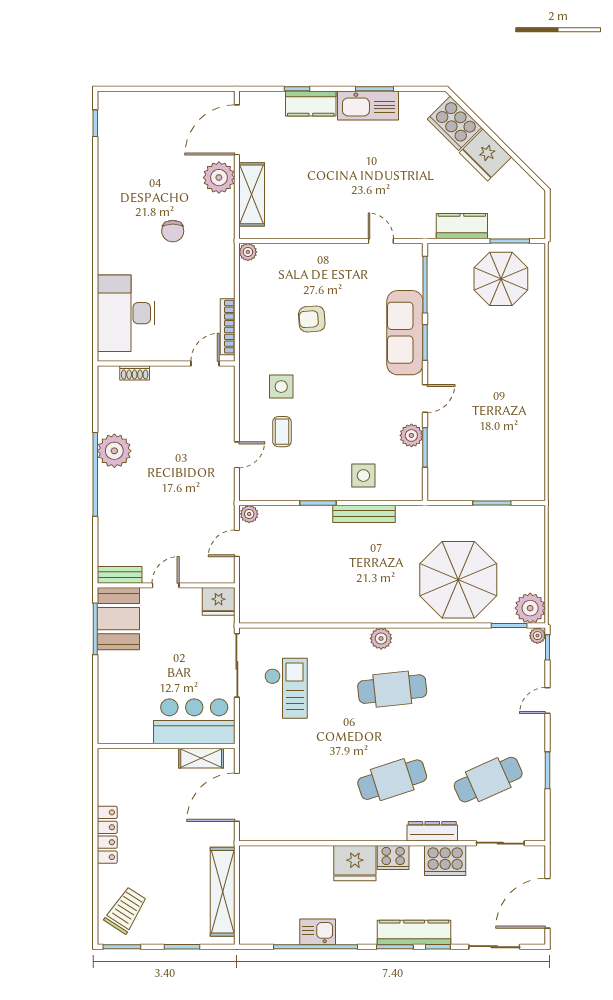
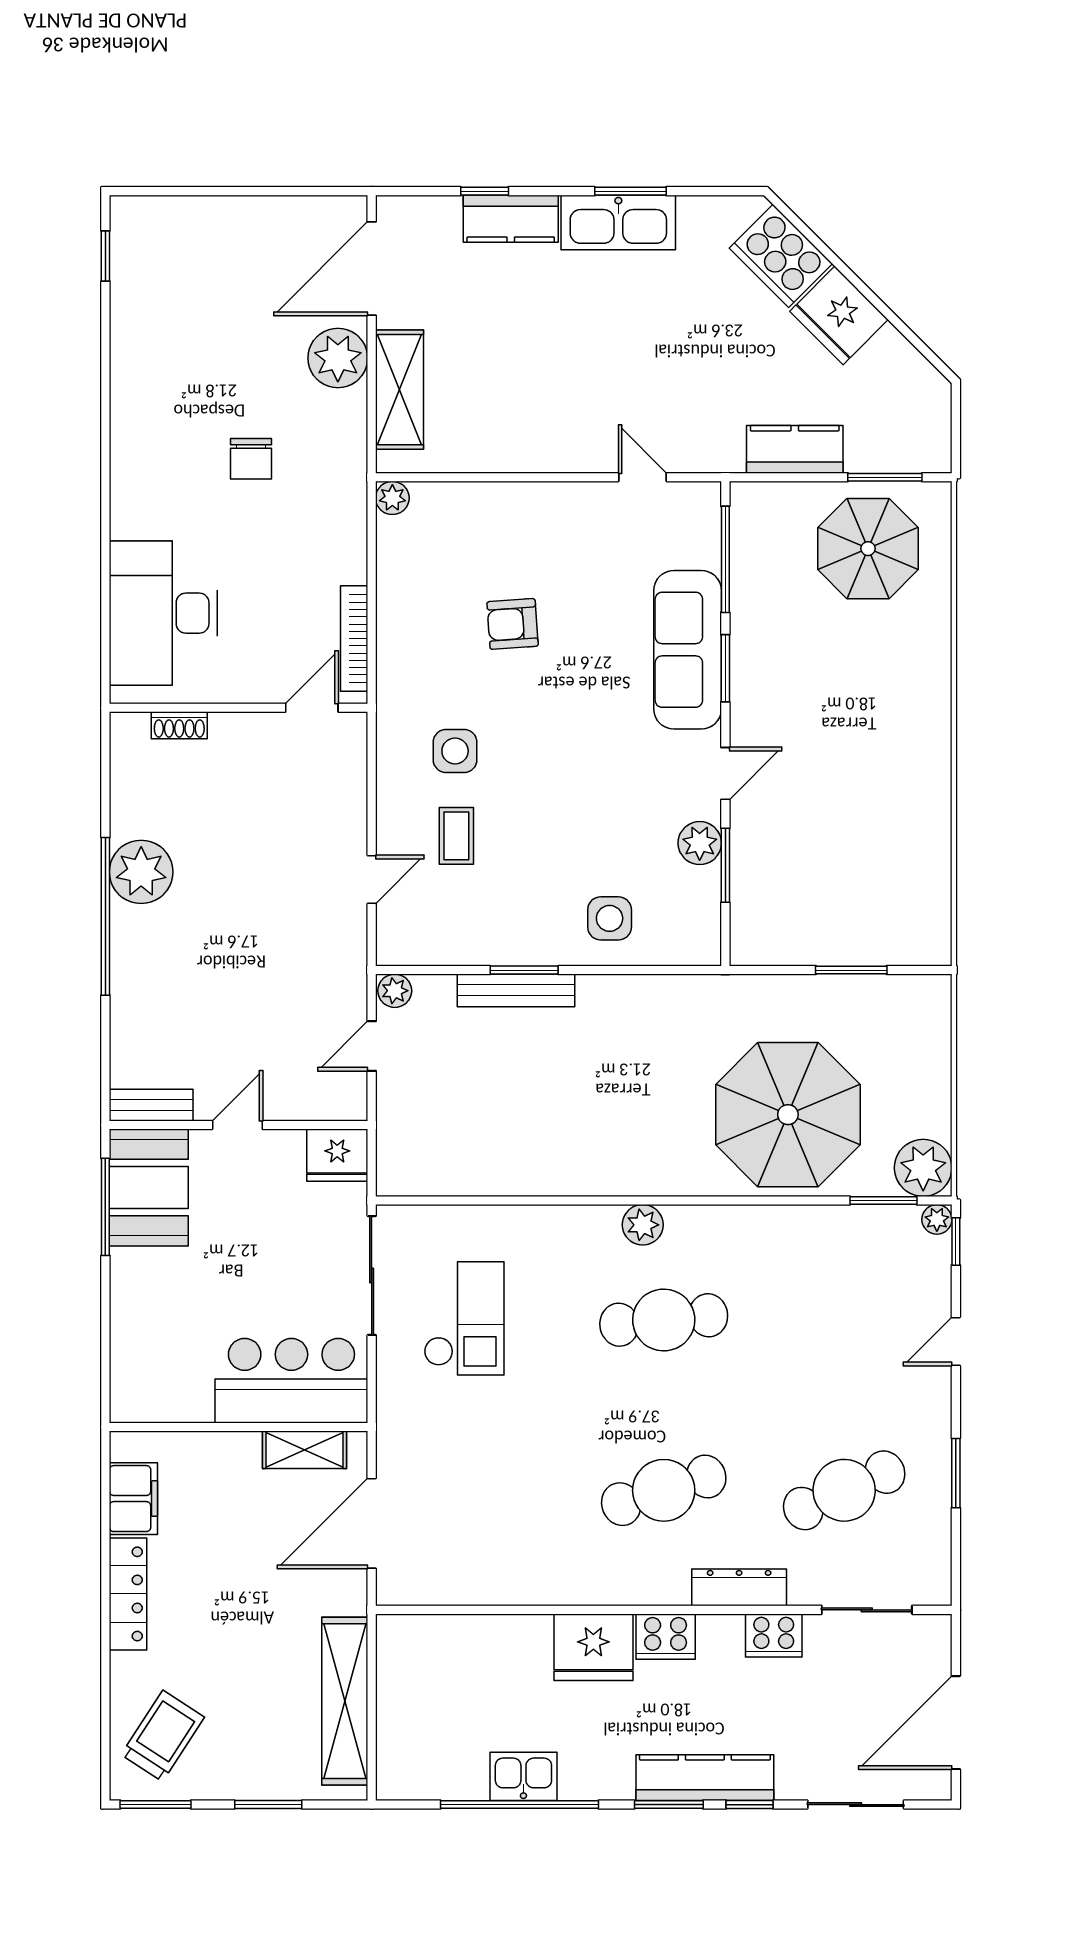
bench: (364, 514) -> (516, 990), moved
filing cabinet: (110, 784) -> (133, 1499), added
cooker: (445, 860) -> (774, 1635), width x0.73, depth x0.76

